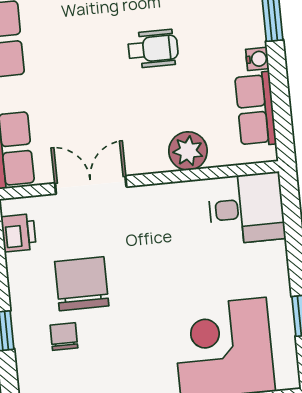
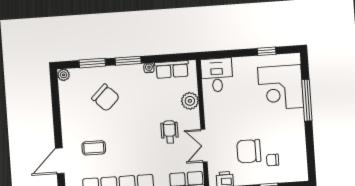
wheelchair: (153, 49) -> (170, 132), moved

